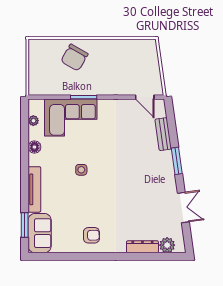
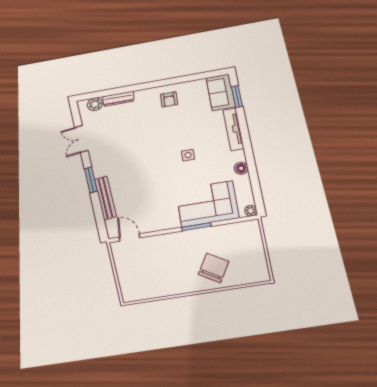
plant: (33, 121) -> (251, 211), moved
bench: (163, 134) -> (105, 198), width x1.36
armchair: (91, 235) -> (169, 99), turned -89

